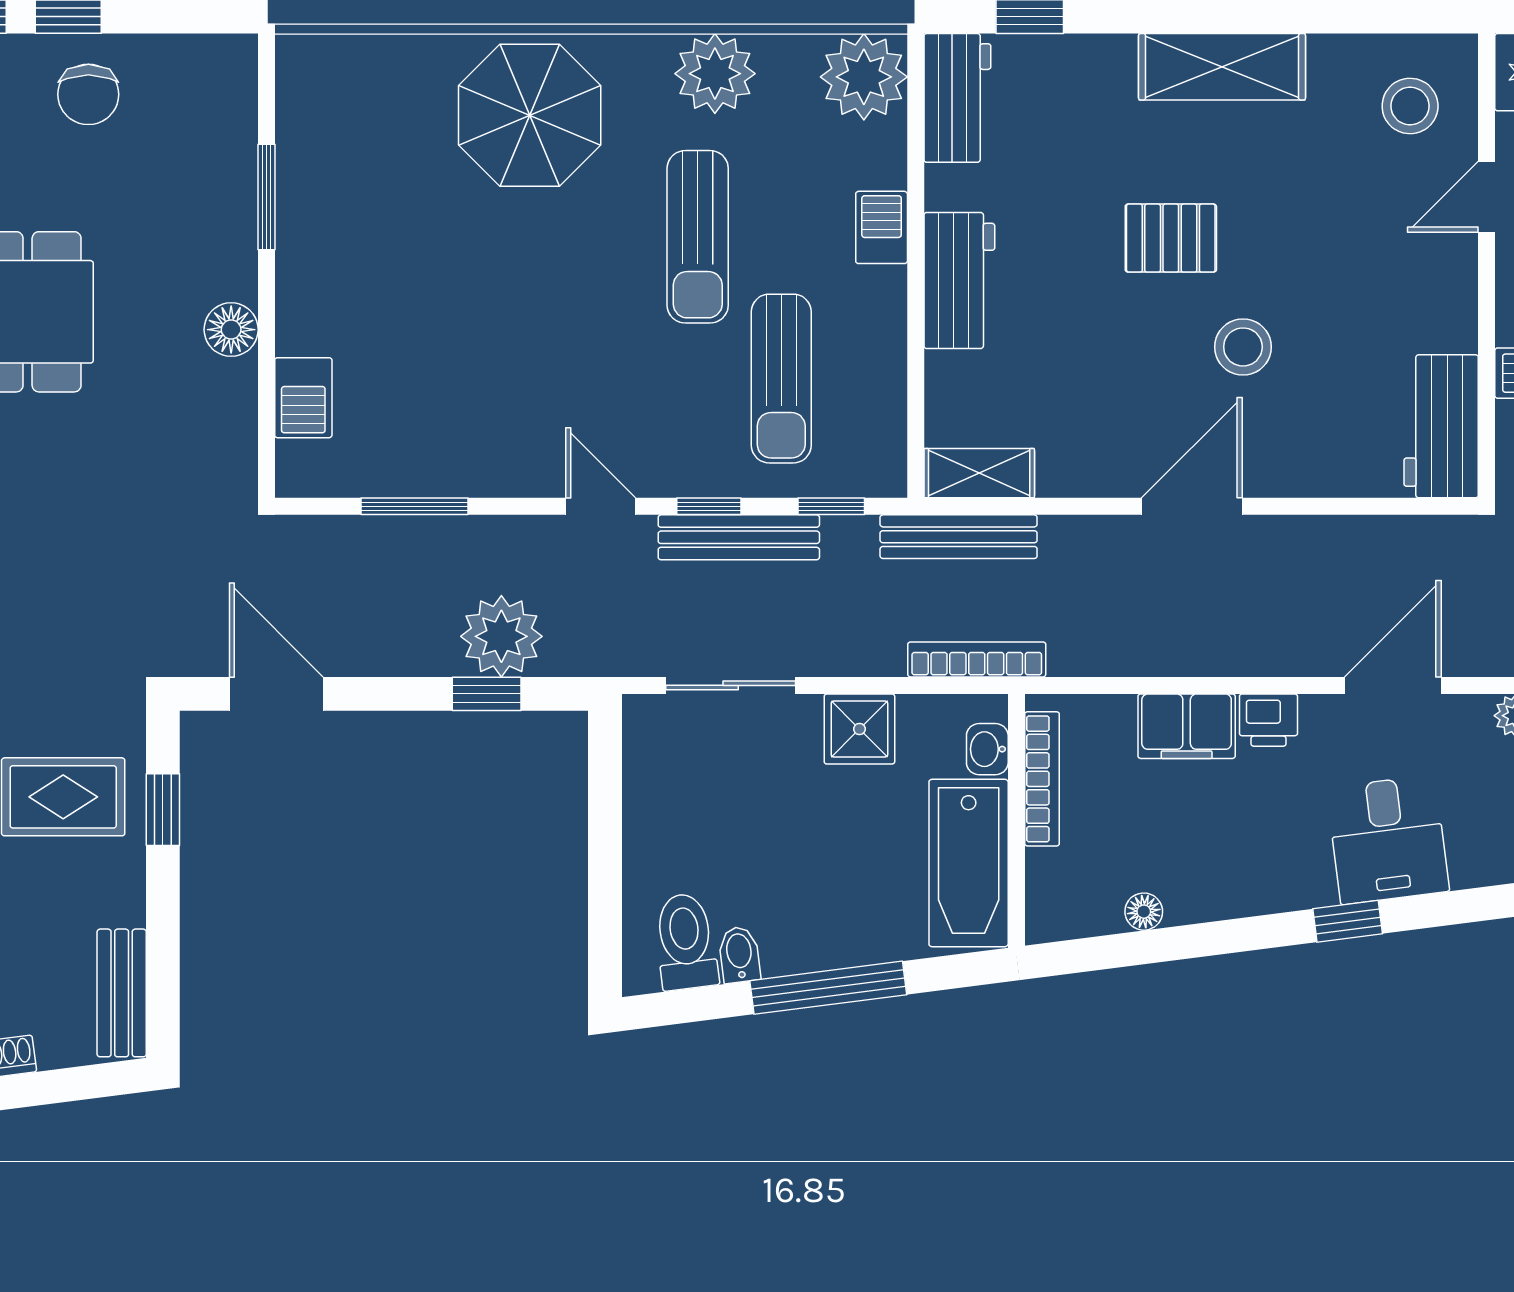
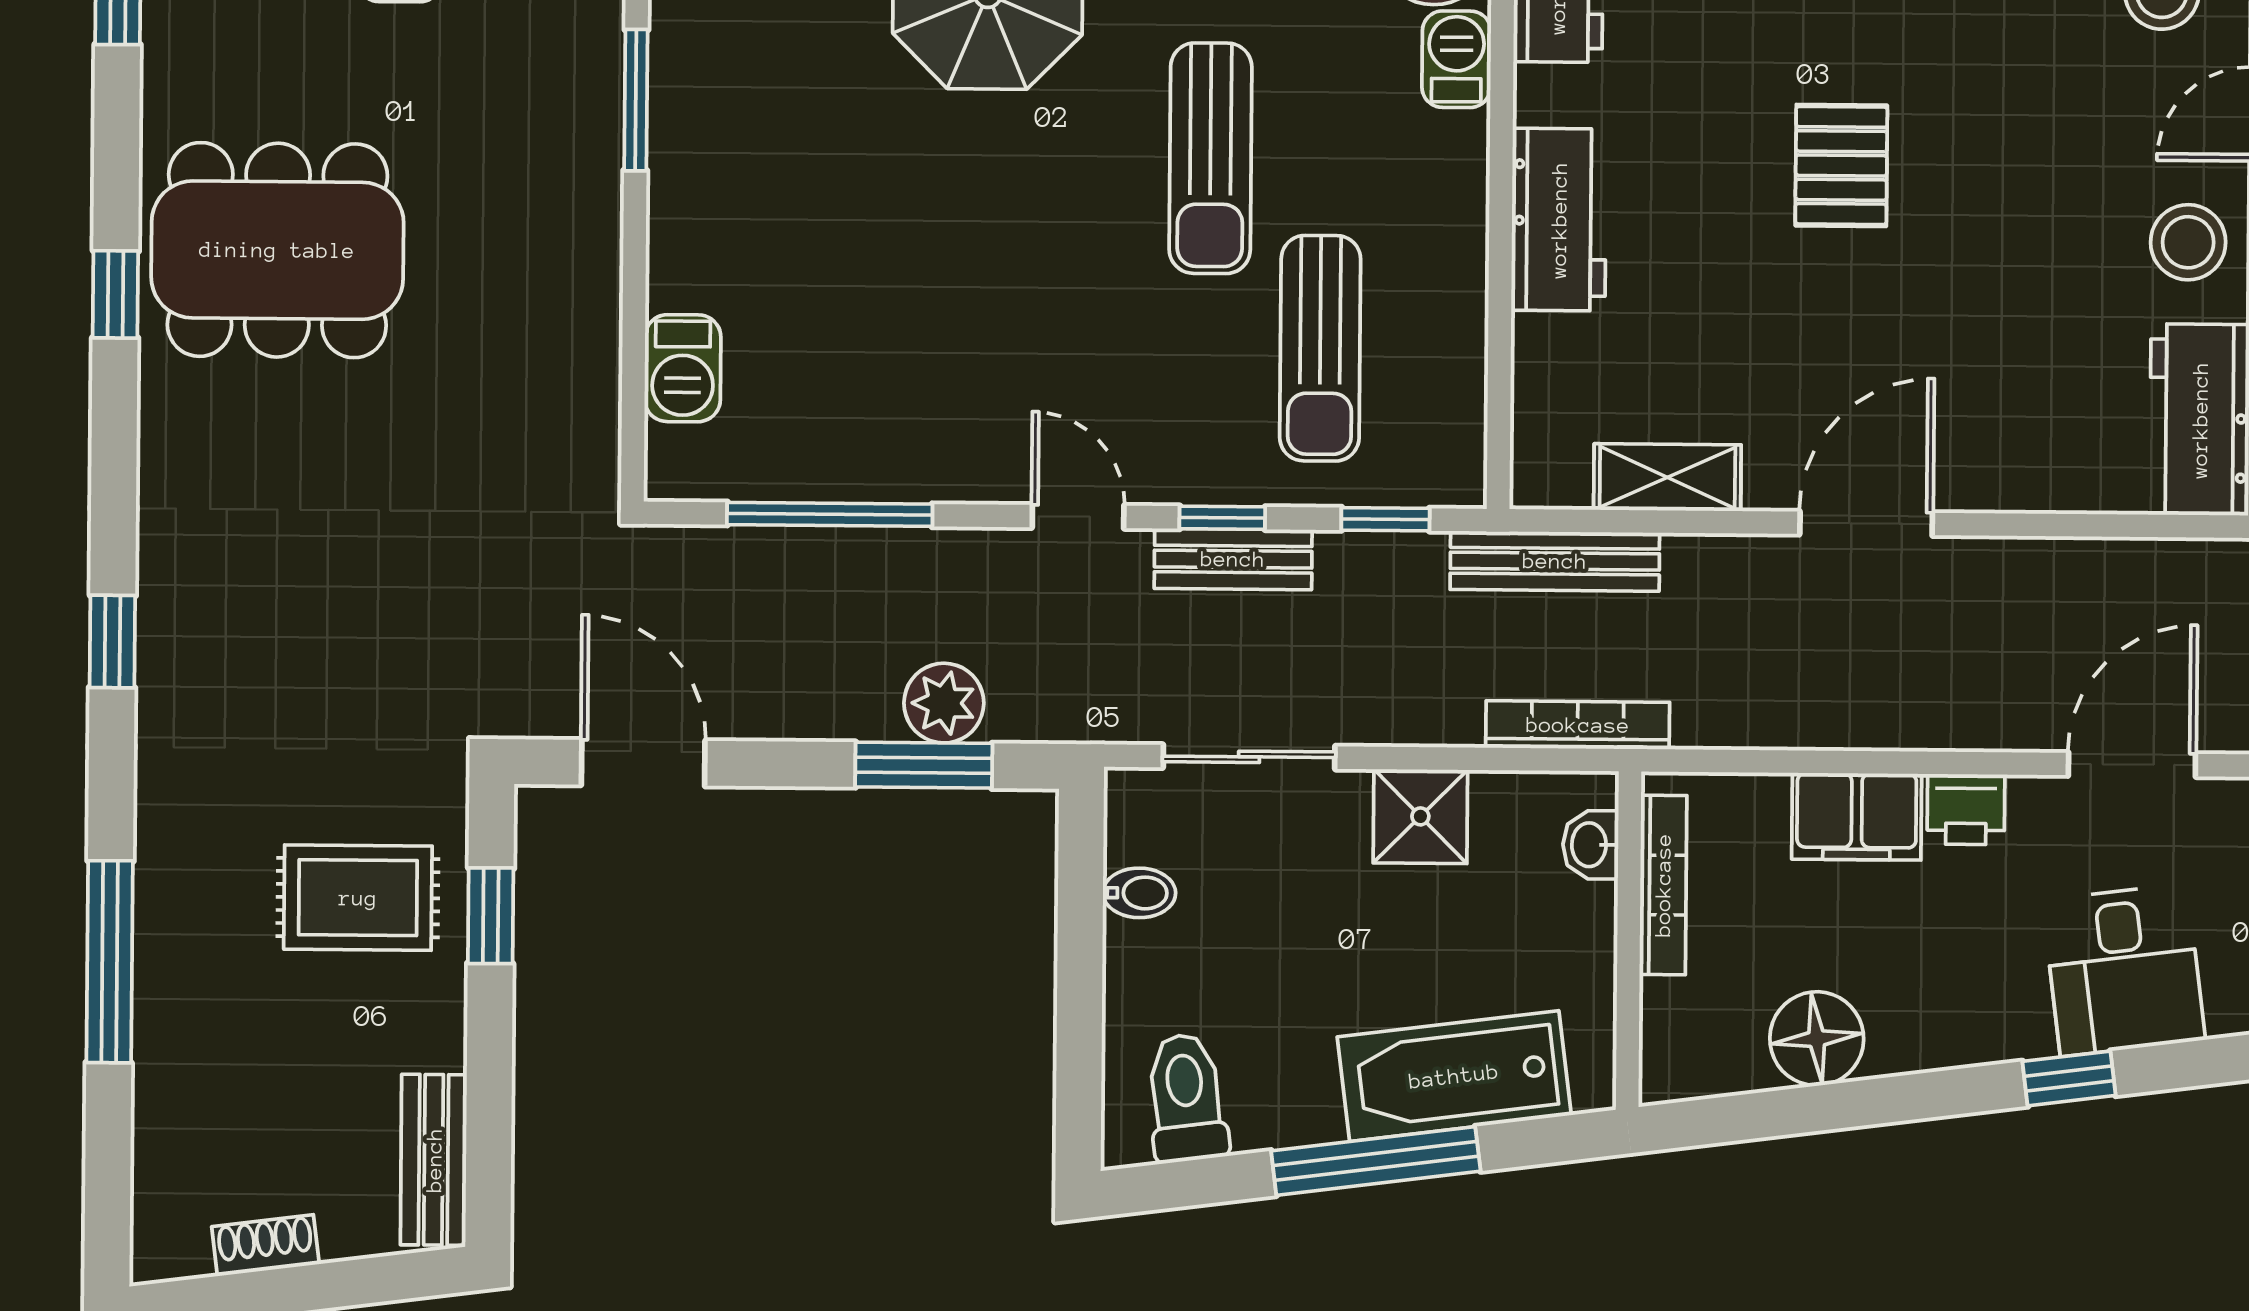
barbecue: (882, 227) -> (1456, 59), moved
pallet: (1171, 238) -> (1841, 165), turned 90
floor lamp: (231, 330) -> (587, 276), removed
stool: (1243, 347) -> (2188, 242), moved
shelving: (979, 473) -> (1667, 477), moved
window: (415, 506) -> (830, 514), width x1.44
bench: (739, 537) -> (1233, 559), width x0.73
plant: (501, 636) -> (944, 703), width x0.73, depth x0.73
window: (487, 694) -> (924, 765), width x1.50
bathtub: (969, 863) -> (1454, 1076), moved, turned 83
floor lamp: (1144, 912) -> (1817, 1039), width x1.89, depth x1.89
bidet: (739, 955) -> (1139, 893), moved, turned 97

